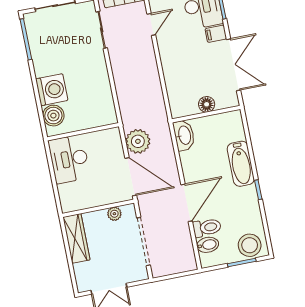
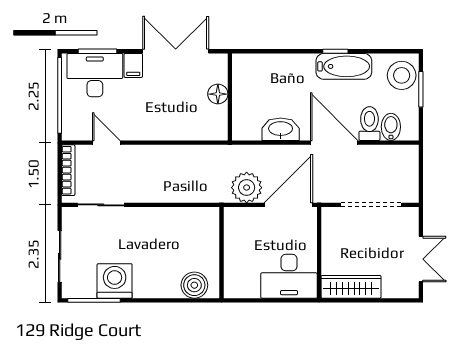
washing machine: (52, 90) -> (115, 281), moved
washbasin: (184, 135) -> (281, 129), moved
desk: (69, 159) -> (289, 276), moved
bathtub: (241, 164) -> (344, 66), moved
plant: (114, 214) -> (330, 234), removed

